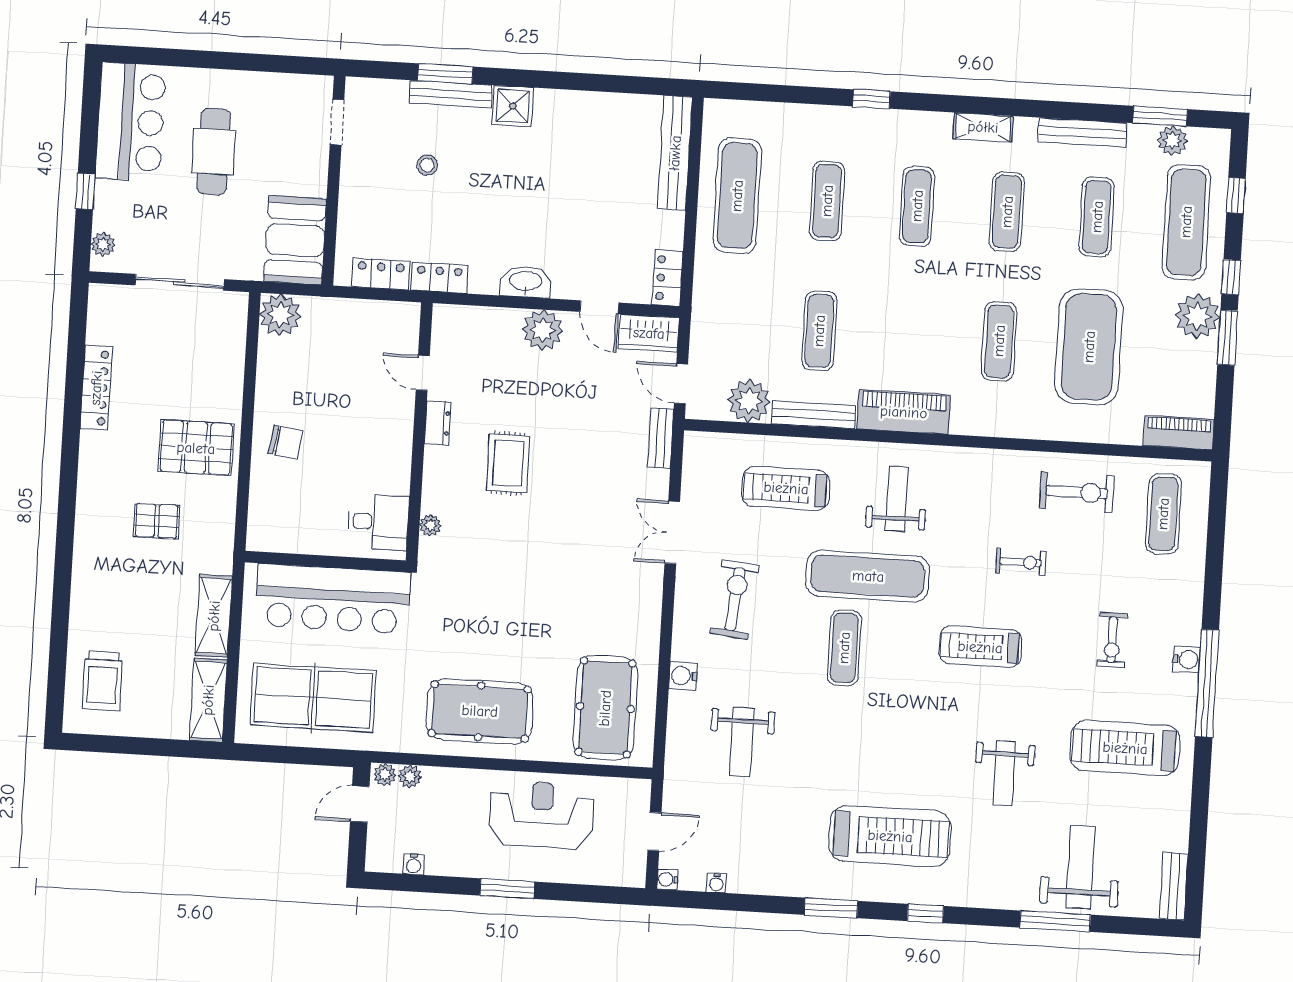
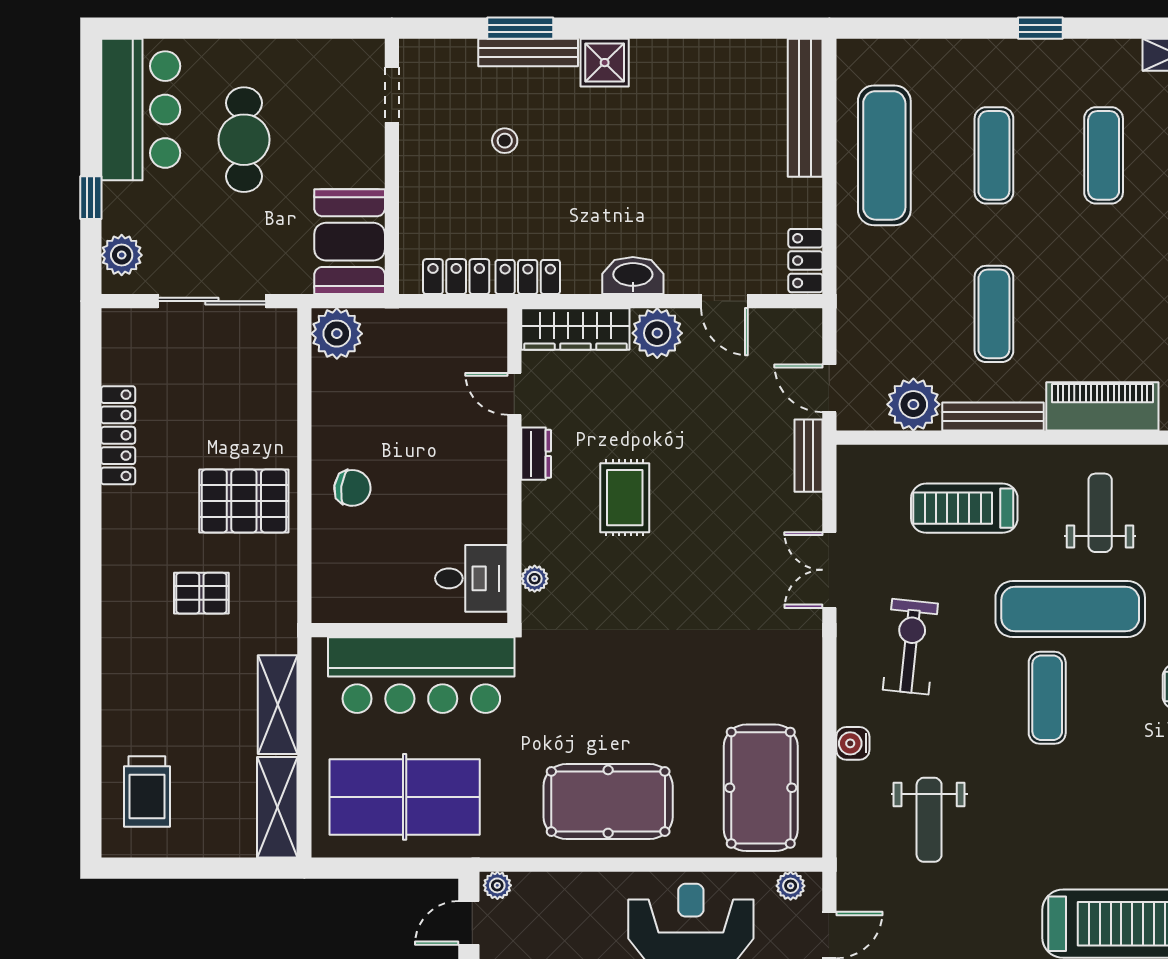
plant: (103, 244) -> (122, 255), width x1.38, depth x1.38
wardrobe: (649, 333) -> (575, 329), moved, width x1.50
plant: (410, 776) -> (791, 886), moved

